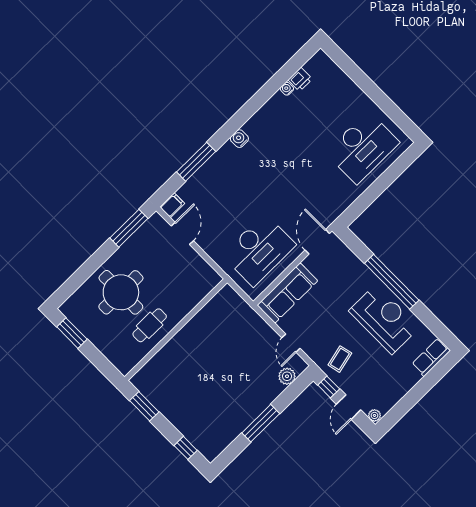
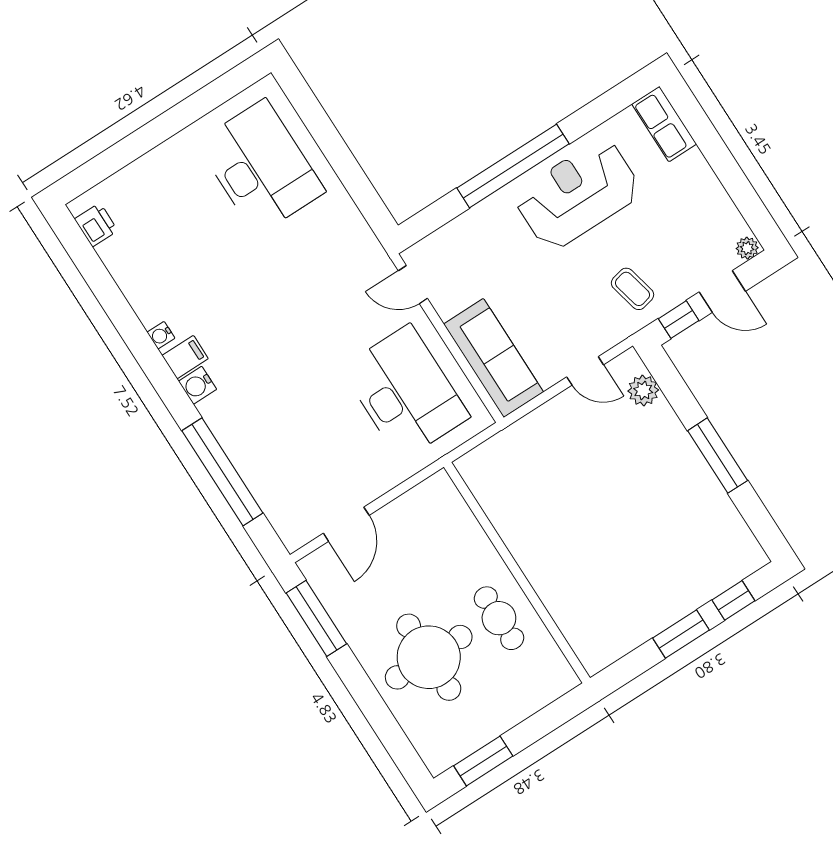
printer: (300, 79) -> (96, 225), moved
water cooler: (287, 89) -> (161, 335), moved
window: (196, 162) -> (222, 472), width x1.46
filing cabinet: (172, 205) -> (185, 357), moved, turned 90
door: (182, 233) -> (346, 524), swing flipped
door: (317, 242) -> (413, 285), width x0.73
window: (144, 406) -> (681, 634), moved

